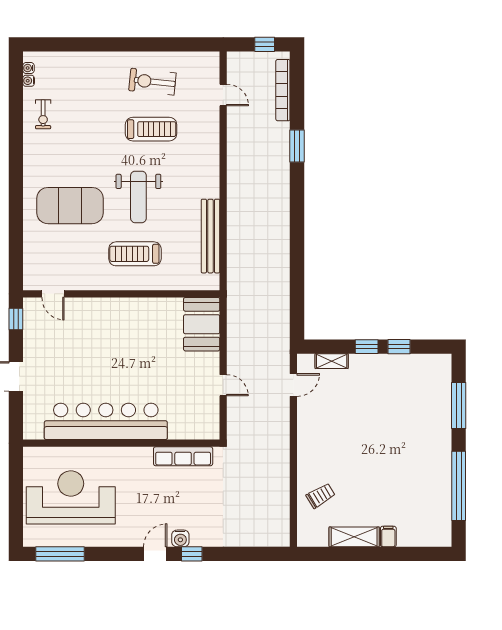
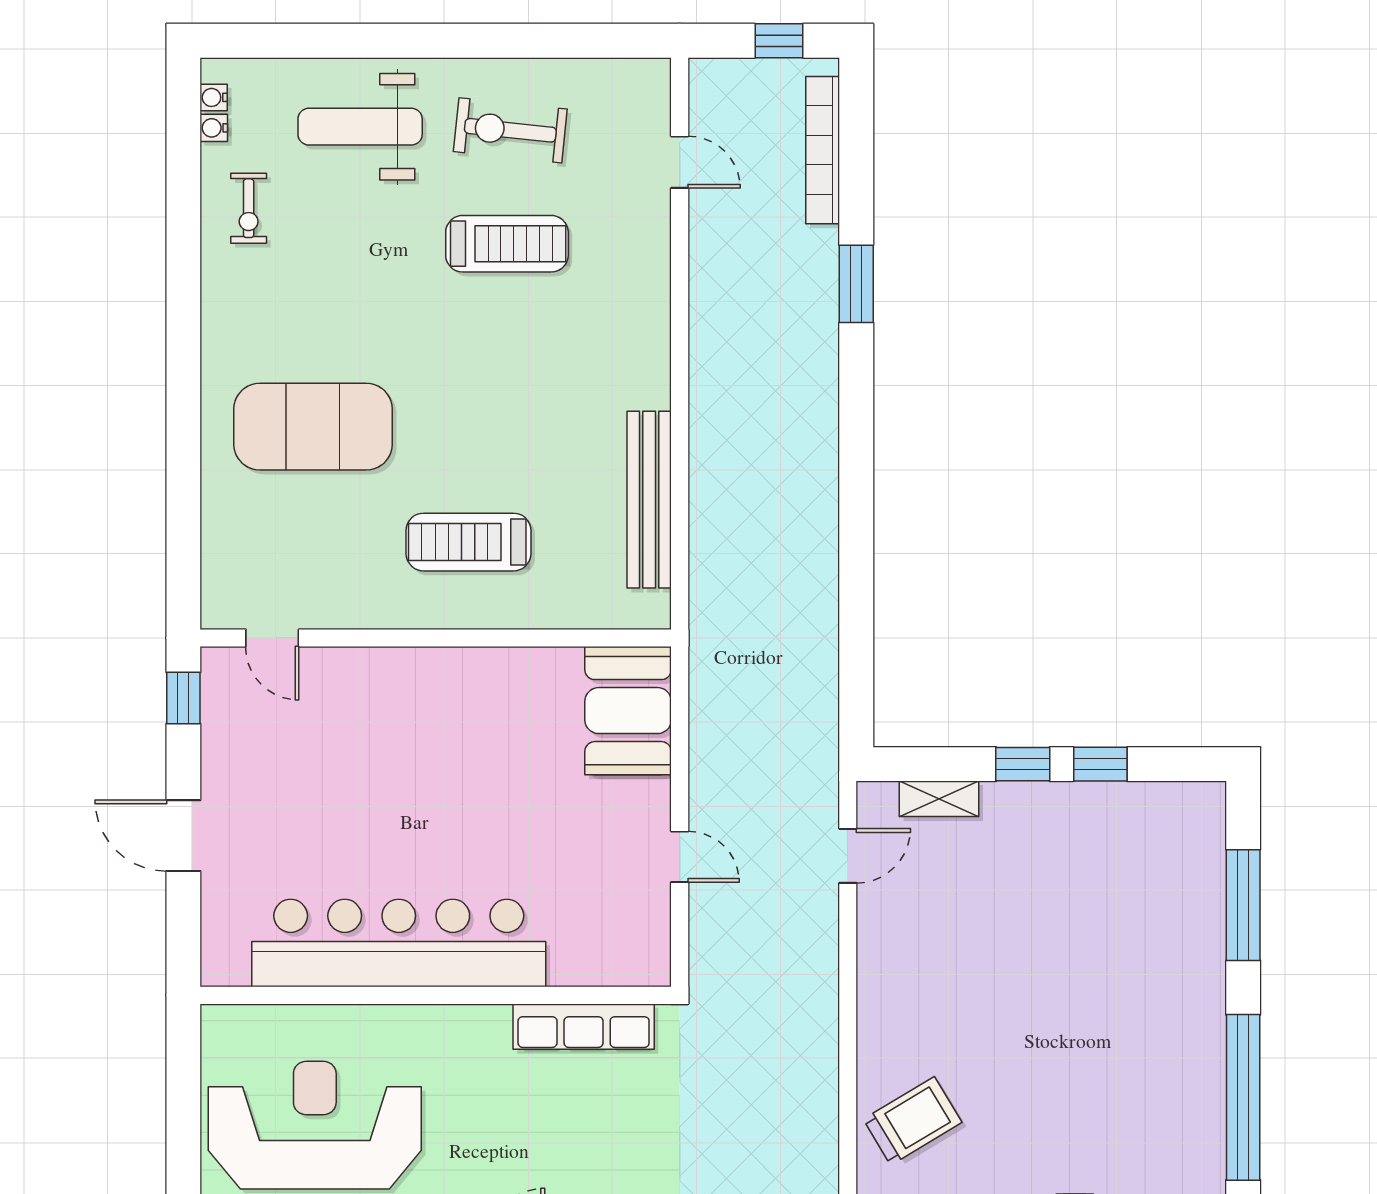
weight bench: (138, 197) -> (360, 127), moved, turned 90
trolley: (321, 496) -> (913, 1121), width x1.36, depth x1.39

